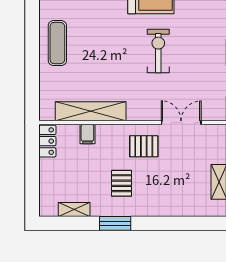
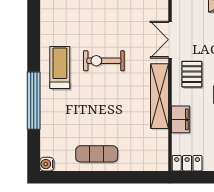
shelving: (91, 111) -> (160, 96), moved
filing cabinet: (87, 134) -> (181, 119), width x2.00

